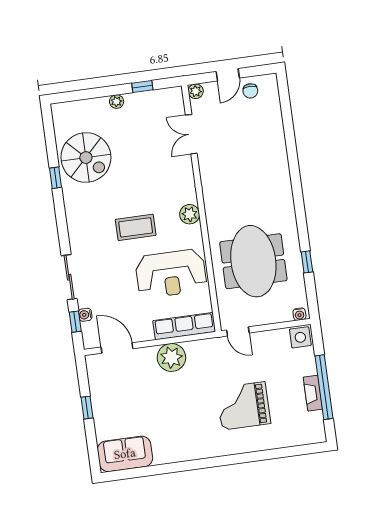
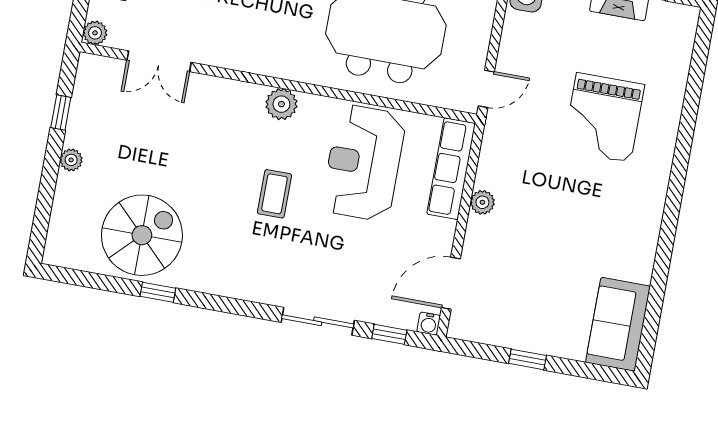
coffee table: (136, 227) -> (274, 194), width x0.73, depth x0.77
reception desk: (171, 274) -> (364, 163), turned 180
water cooler: (85, 315) -> (429, 324), moved
plant: (171, 357) -> (482, 202), width x0.53, depth x0.53

